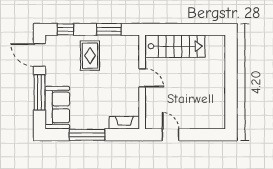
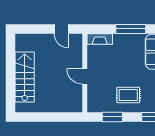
stairs: (175, 46) -> (25, 77), moved, turned 90
rug: (90, 56) -> (128, 95), turned 90

